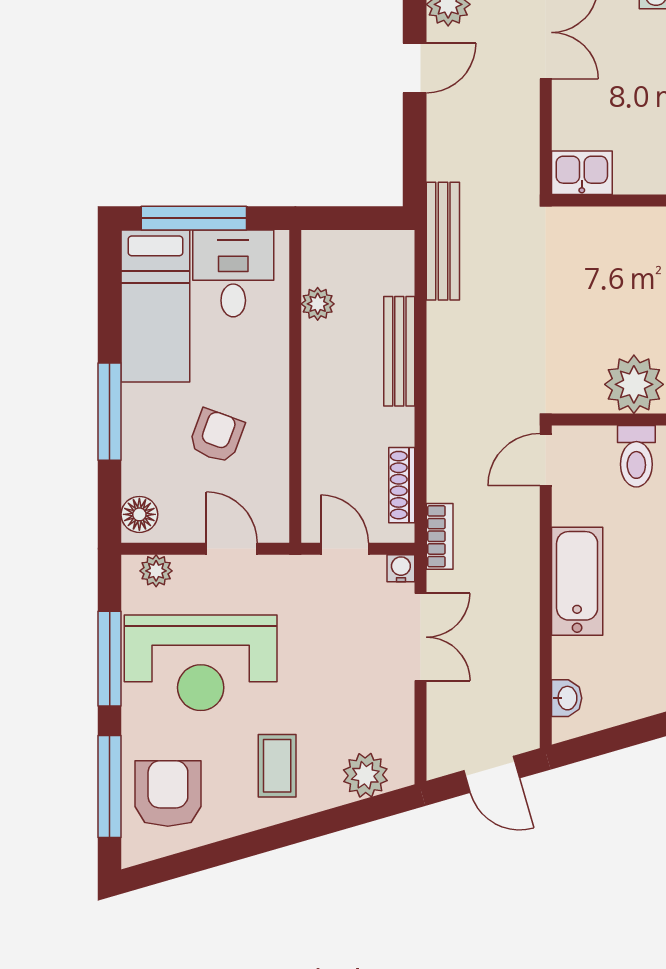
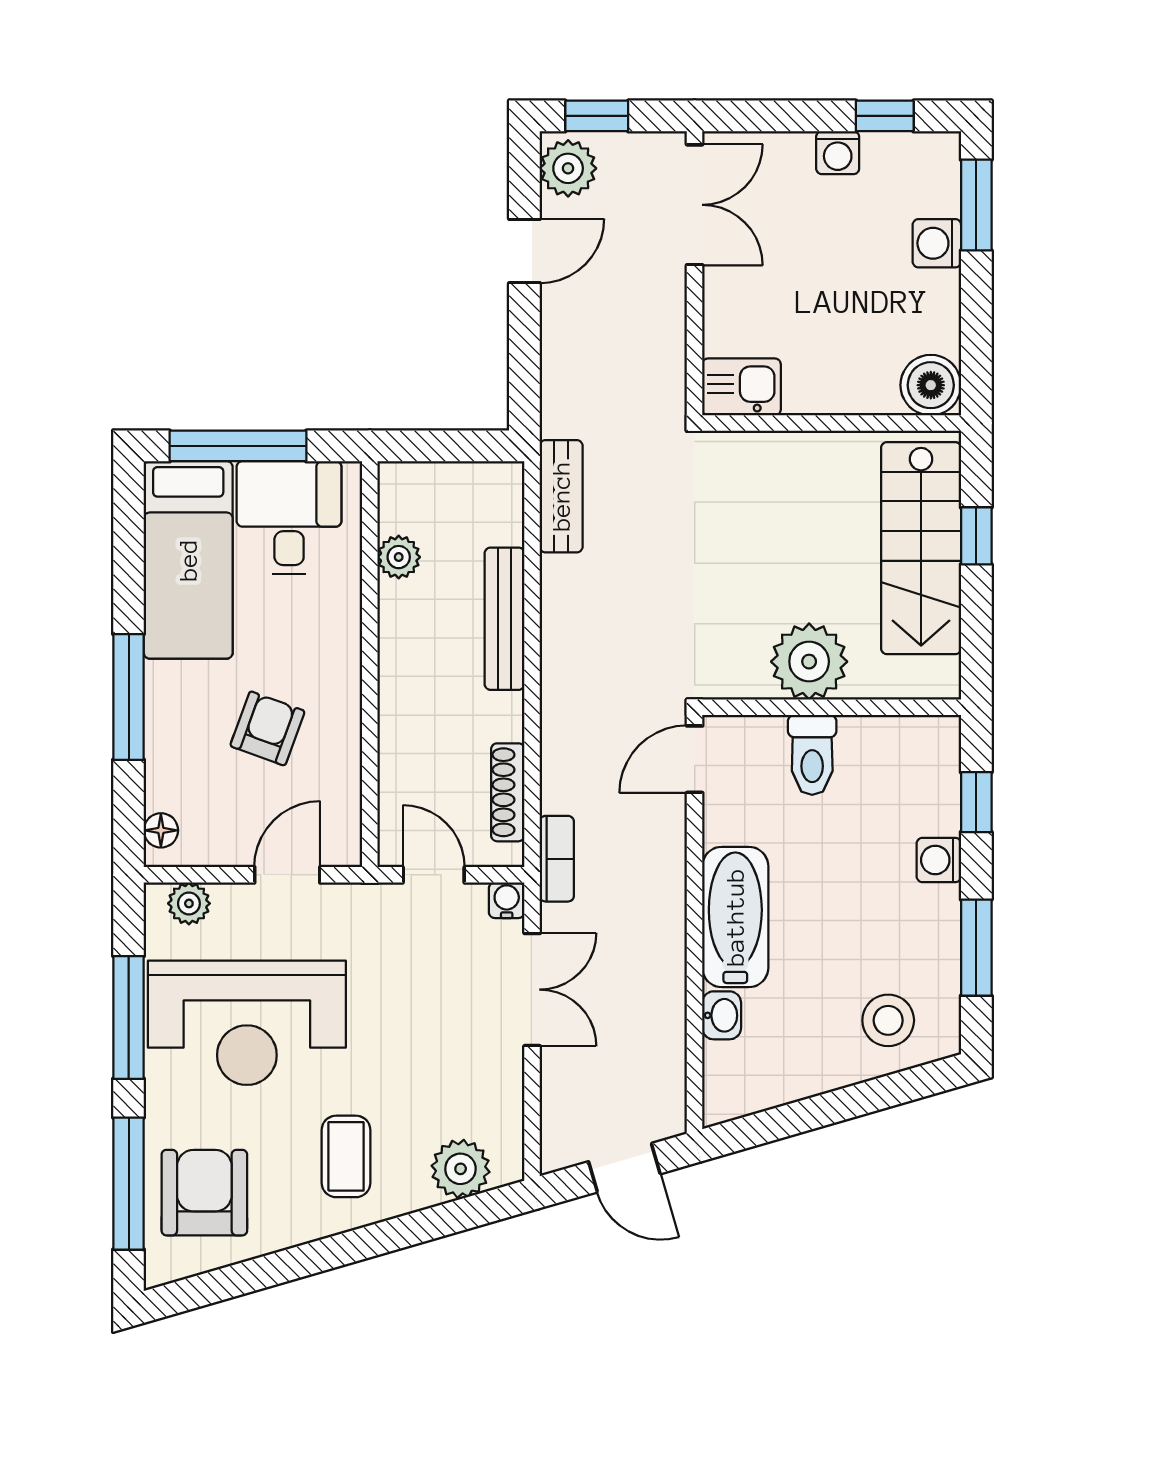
bench: (443, 241) -> (561, 496), width x0.73
floor lamp: (139, 514) -> (161, 830), width x0.73, depth x0.73
door: (232, 549) -> (287, 875), hinge flipped
washbasin: (567, 698) -> (722, 1015), moved

